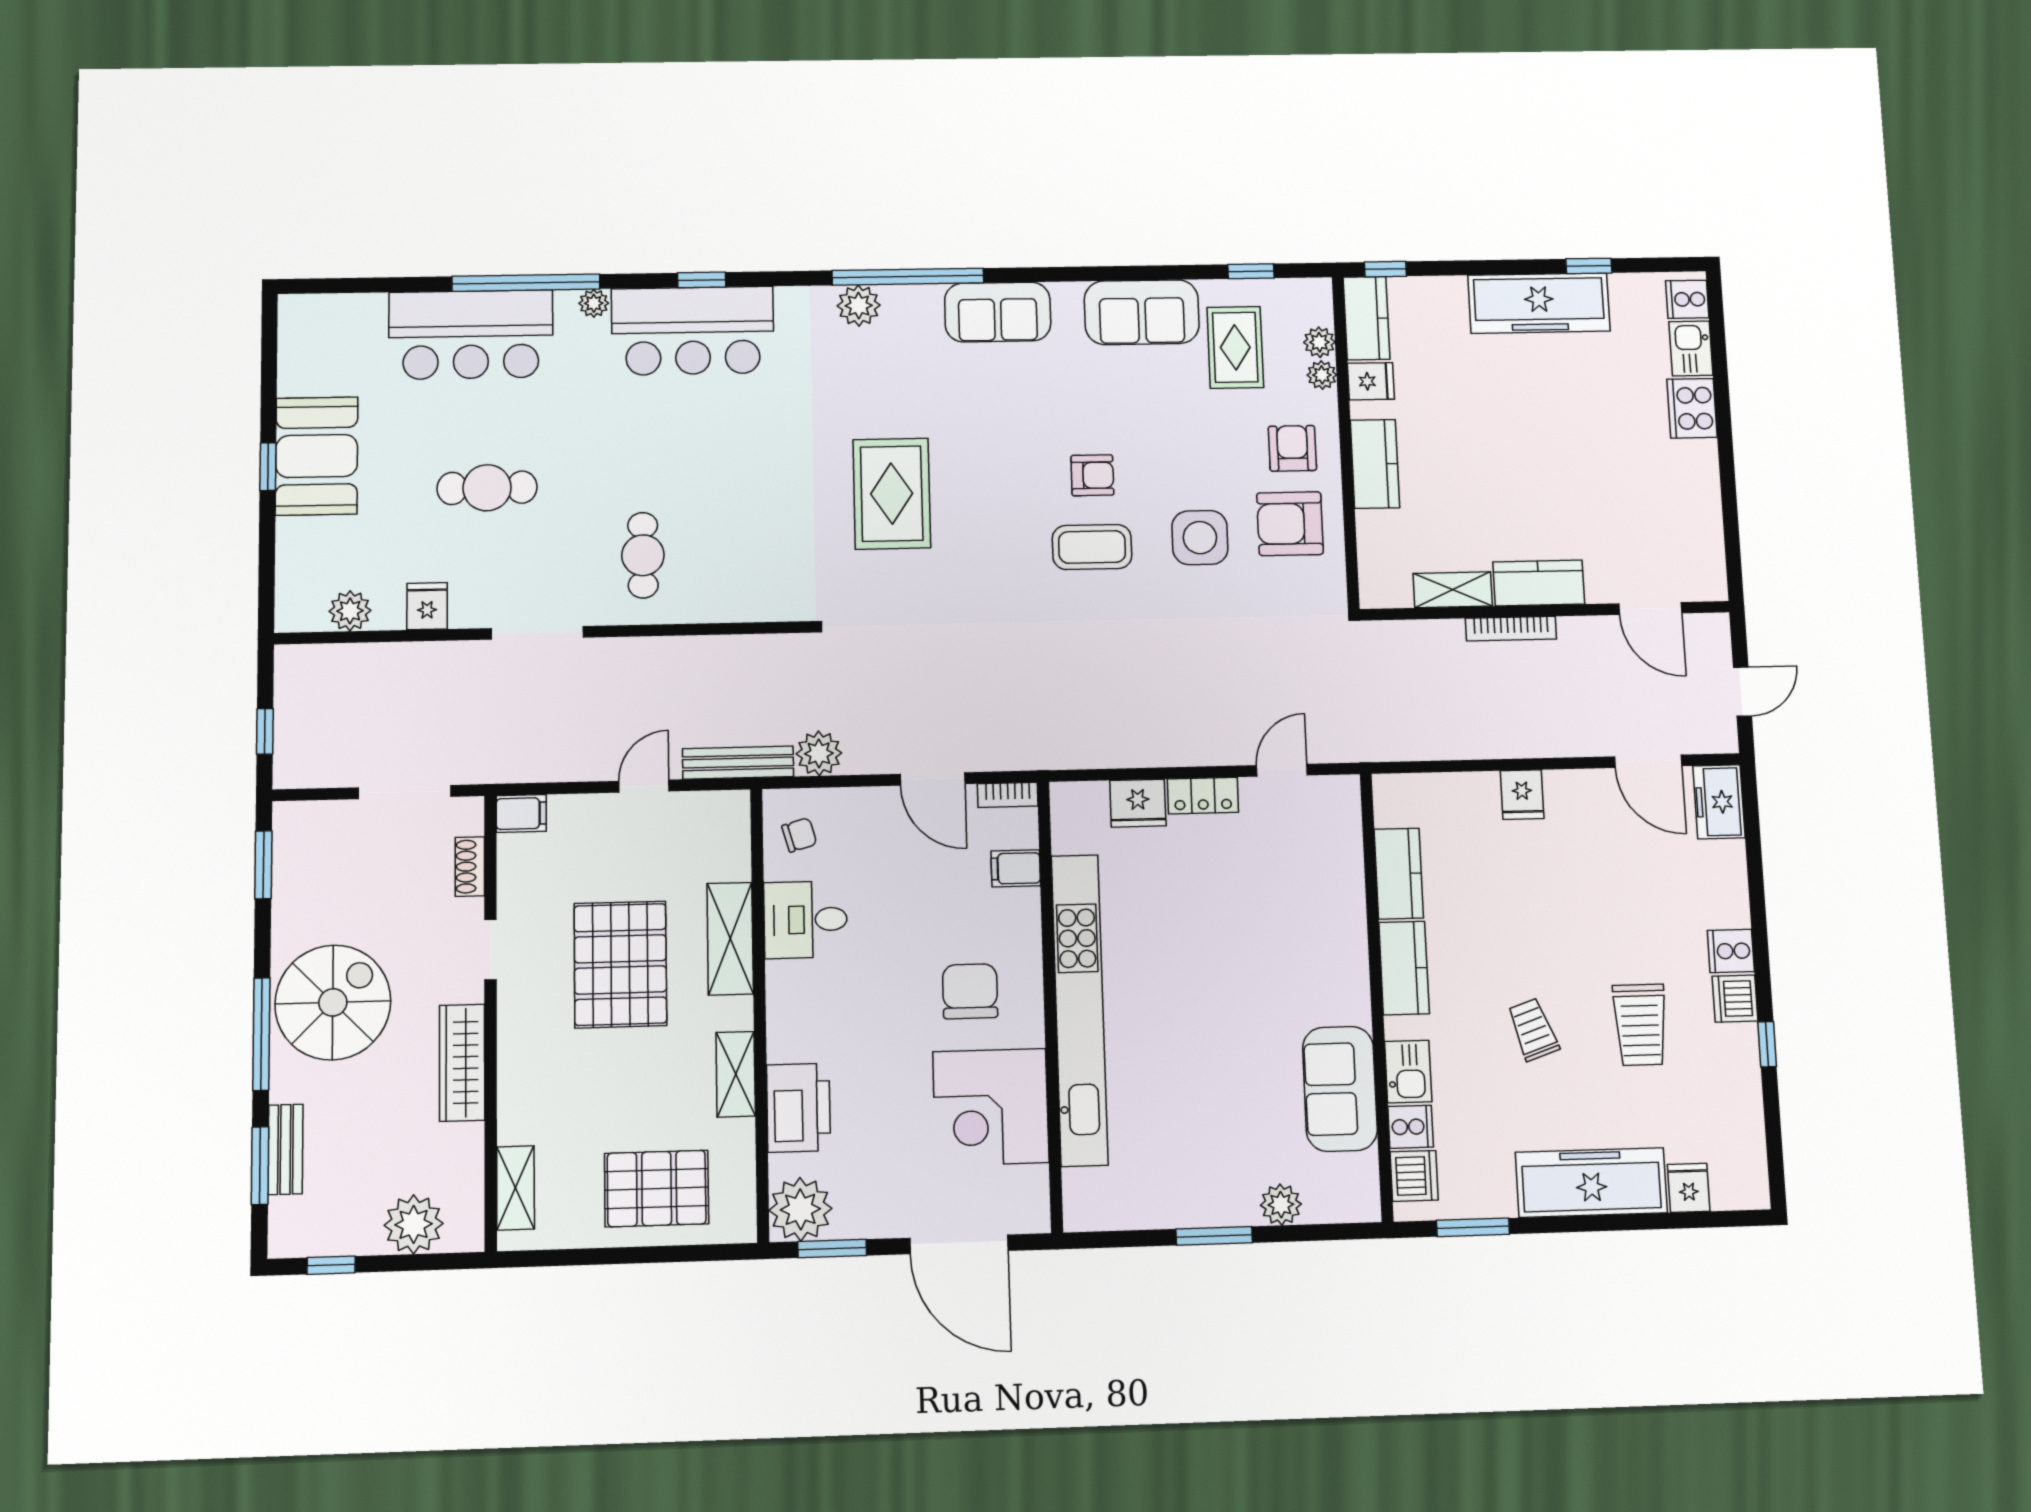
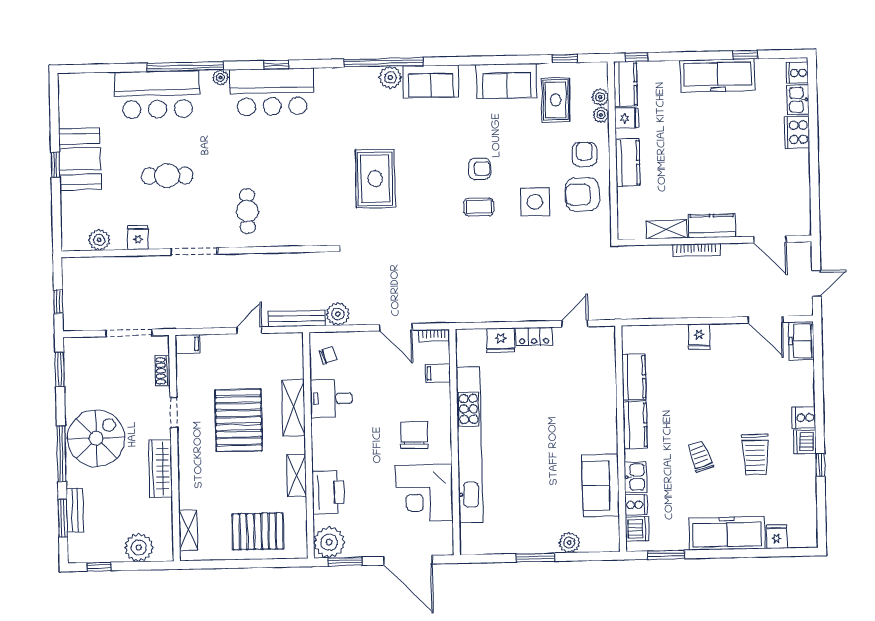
plant: (859, 306) -> (390, 77), moved
coffee table: (1092, 547) -> (479, 207), width x0.73, depth x0.77

